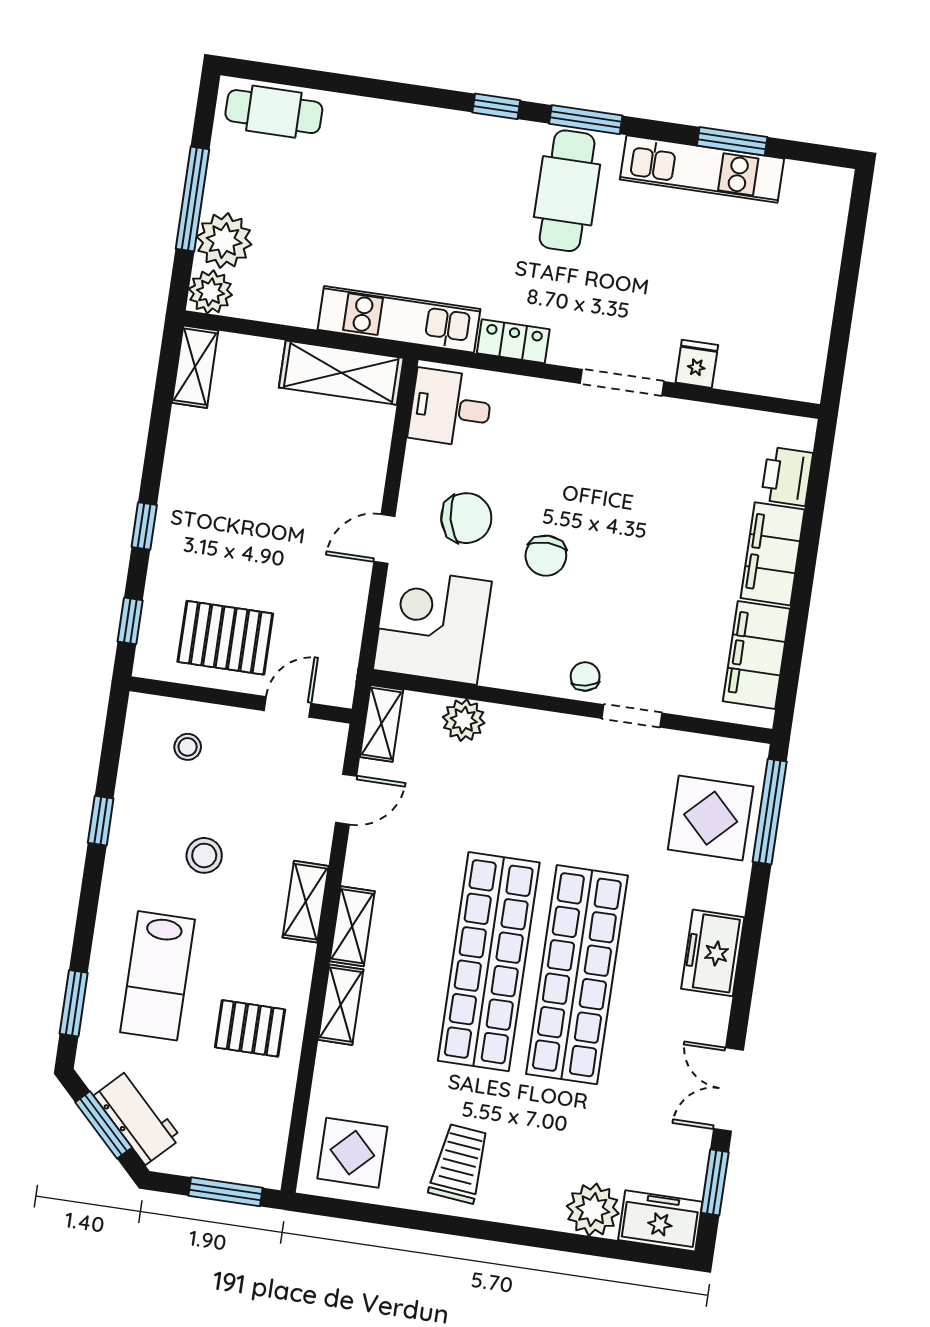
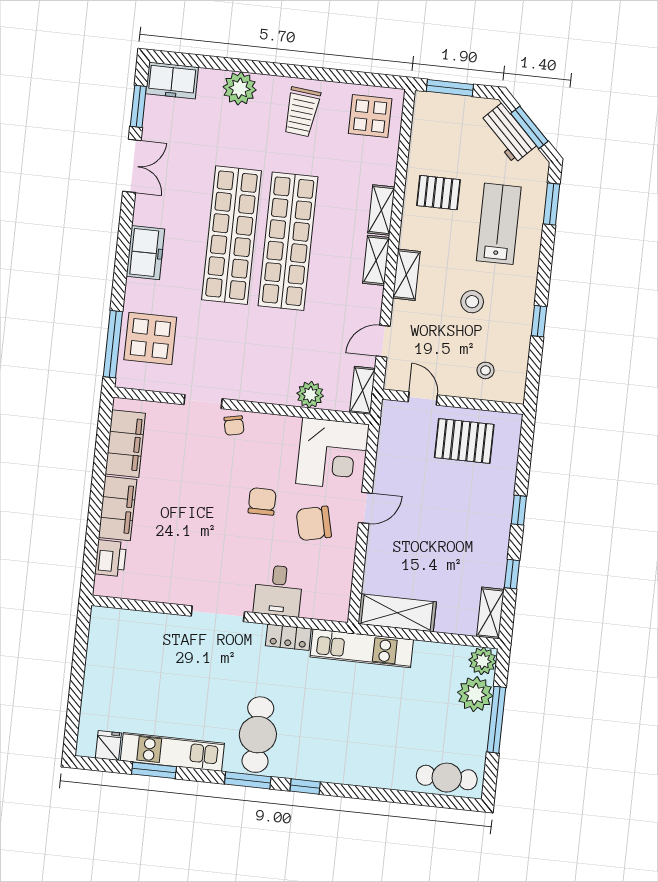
fridge: (697, 364) -> (108, 745), moved, turned 180
desk: (451, 408) -> (278, 591), moved, turned 90
window: (130, 621) -> (512, 574), moved
door: (288, 707) -> (423, 398), swing flipped
plant: (593, 1210) -> (240, 88), moved

